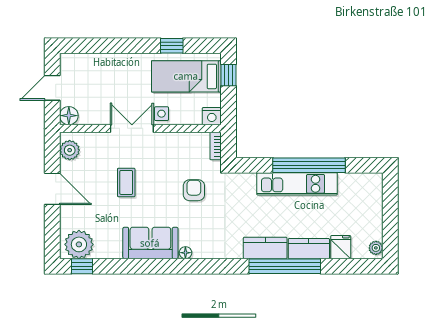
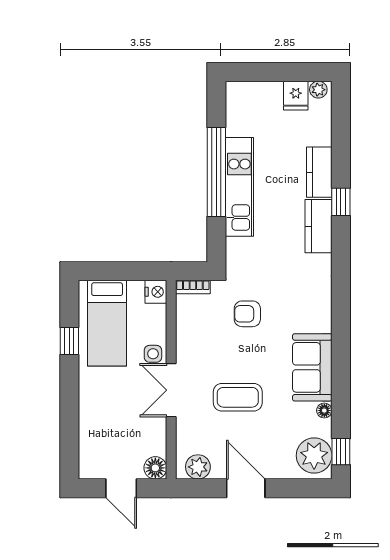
window: (229, 75) -> (105, 271), removed
coffee table: (126, 182) -> (238, 397), width x1.36, depth x1.30
door: (52, 189) -> (246, 488), hinge flipped
fridge: (341, 247) -> (296, 96), moved, turned -90
floor lamp: (185, 253) -> (324, 411), moved
window: (285, 266) -> (341, 202), width x0.32

